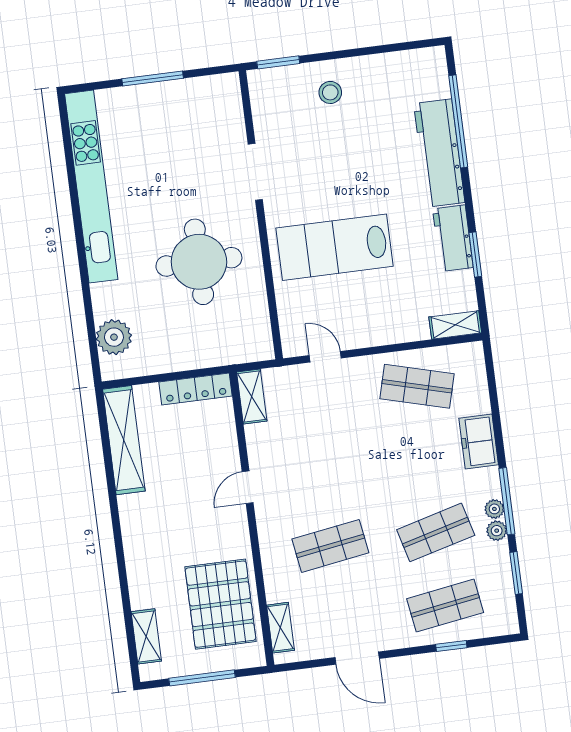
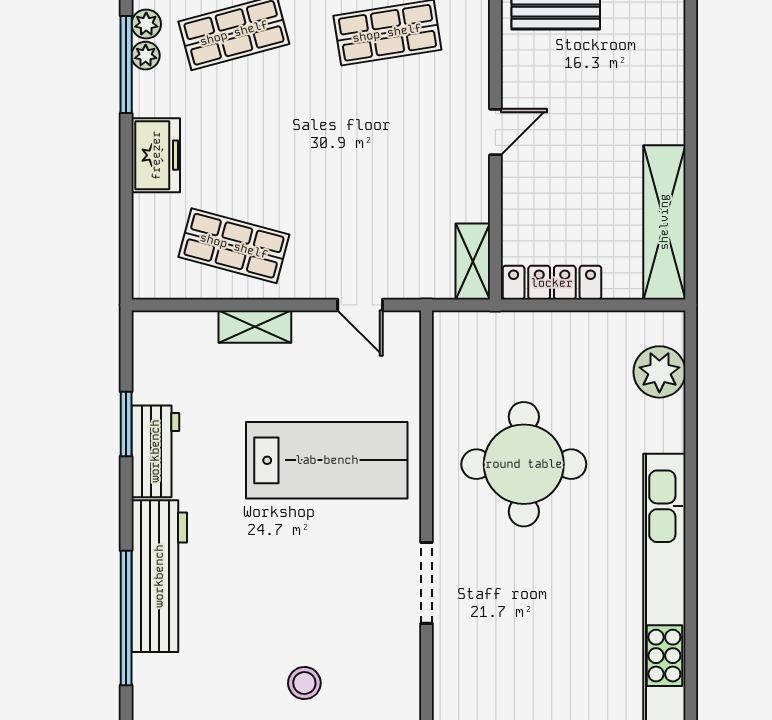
shelving: (455, 325) -> (255, 327), moved

